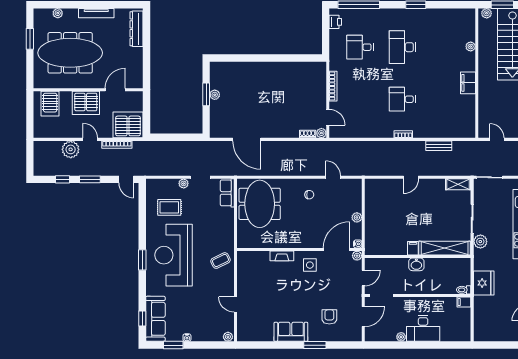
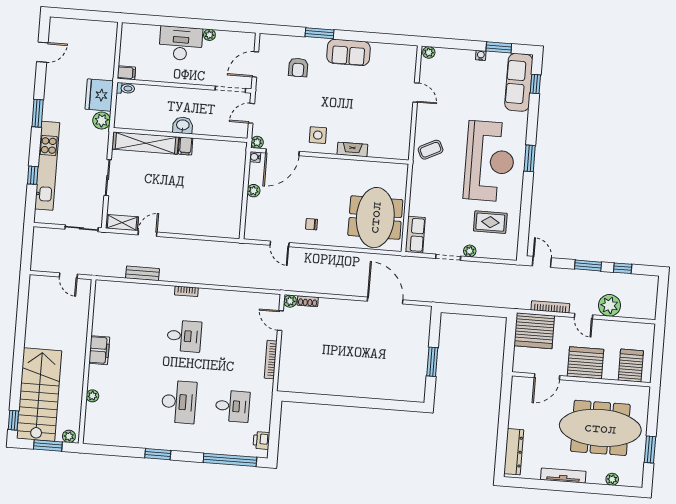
plant: (215, 95) -> (421, 360), removed
door: (411, 177) -> (147, 234), moved
plant: (480, 242) -> (102, 121), moved

